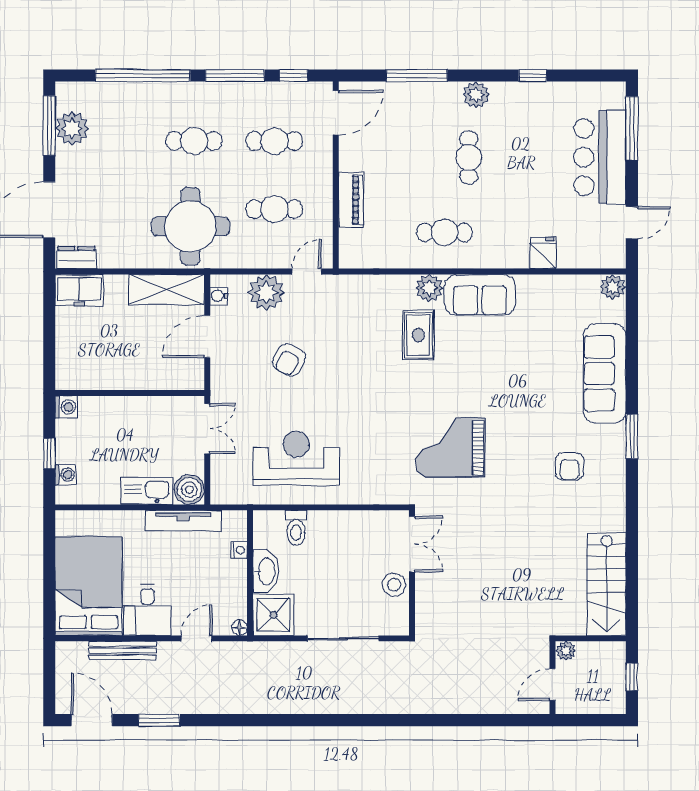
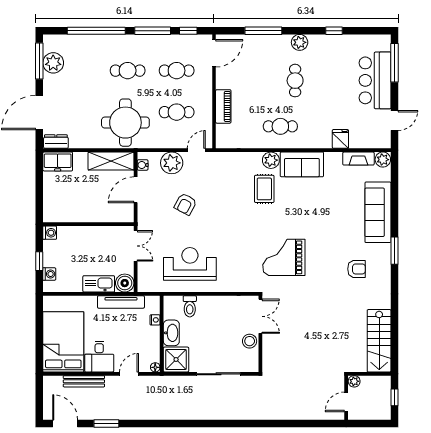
fireplace: (573, 285) -> (358, 159), added
armchair: (569, 466) -> (356, 269), turned -90

